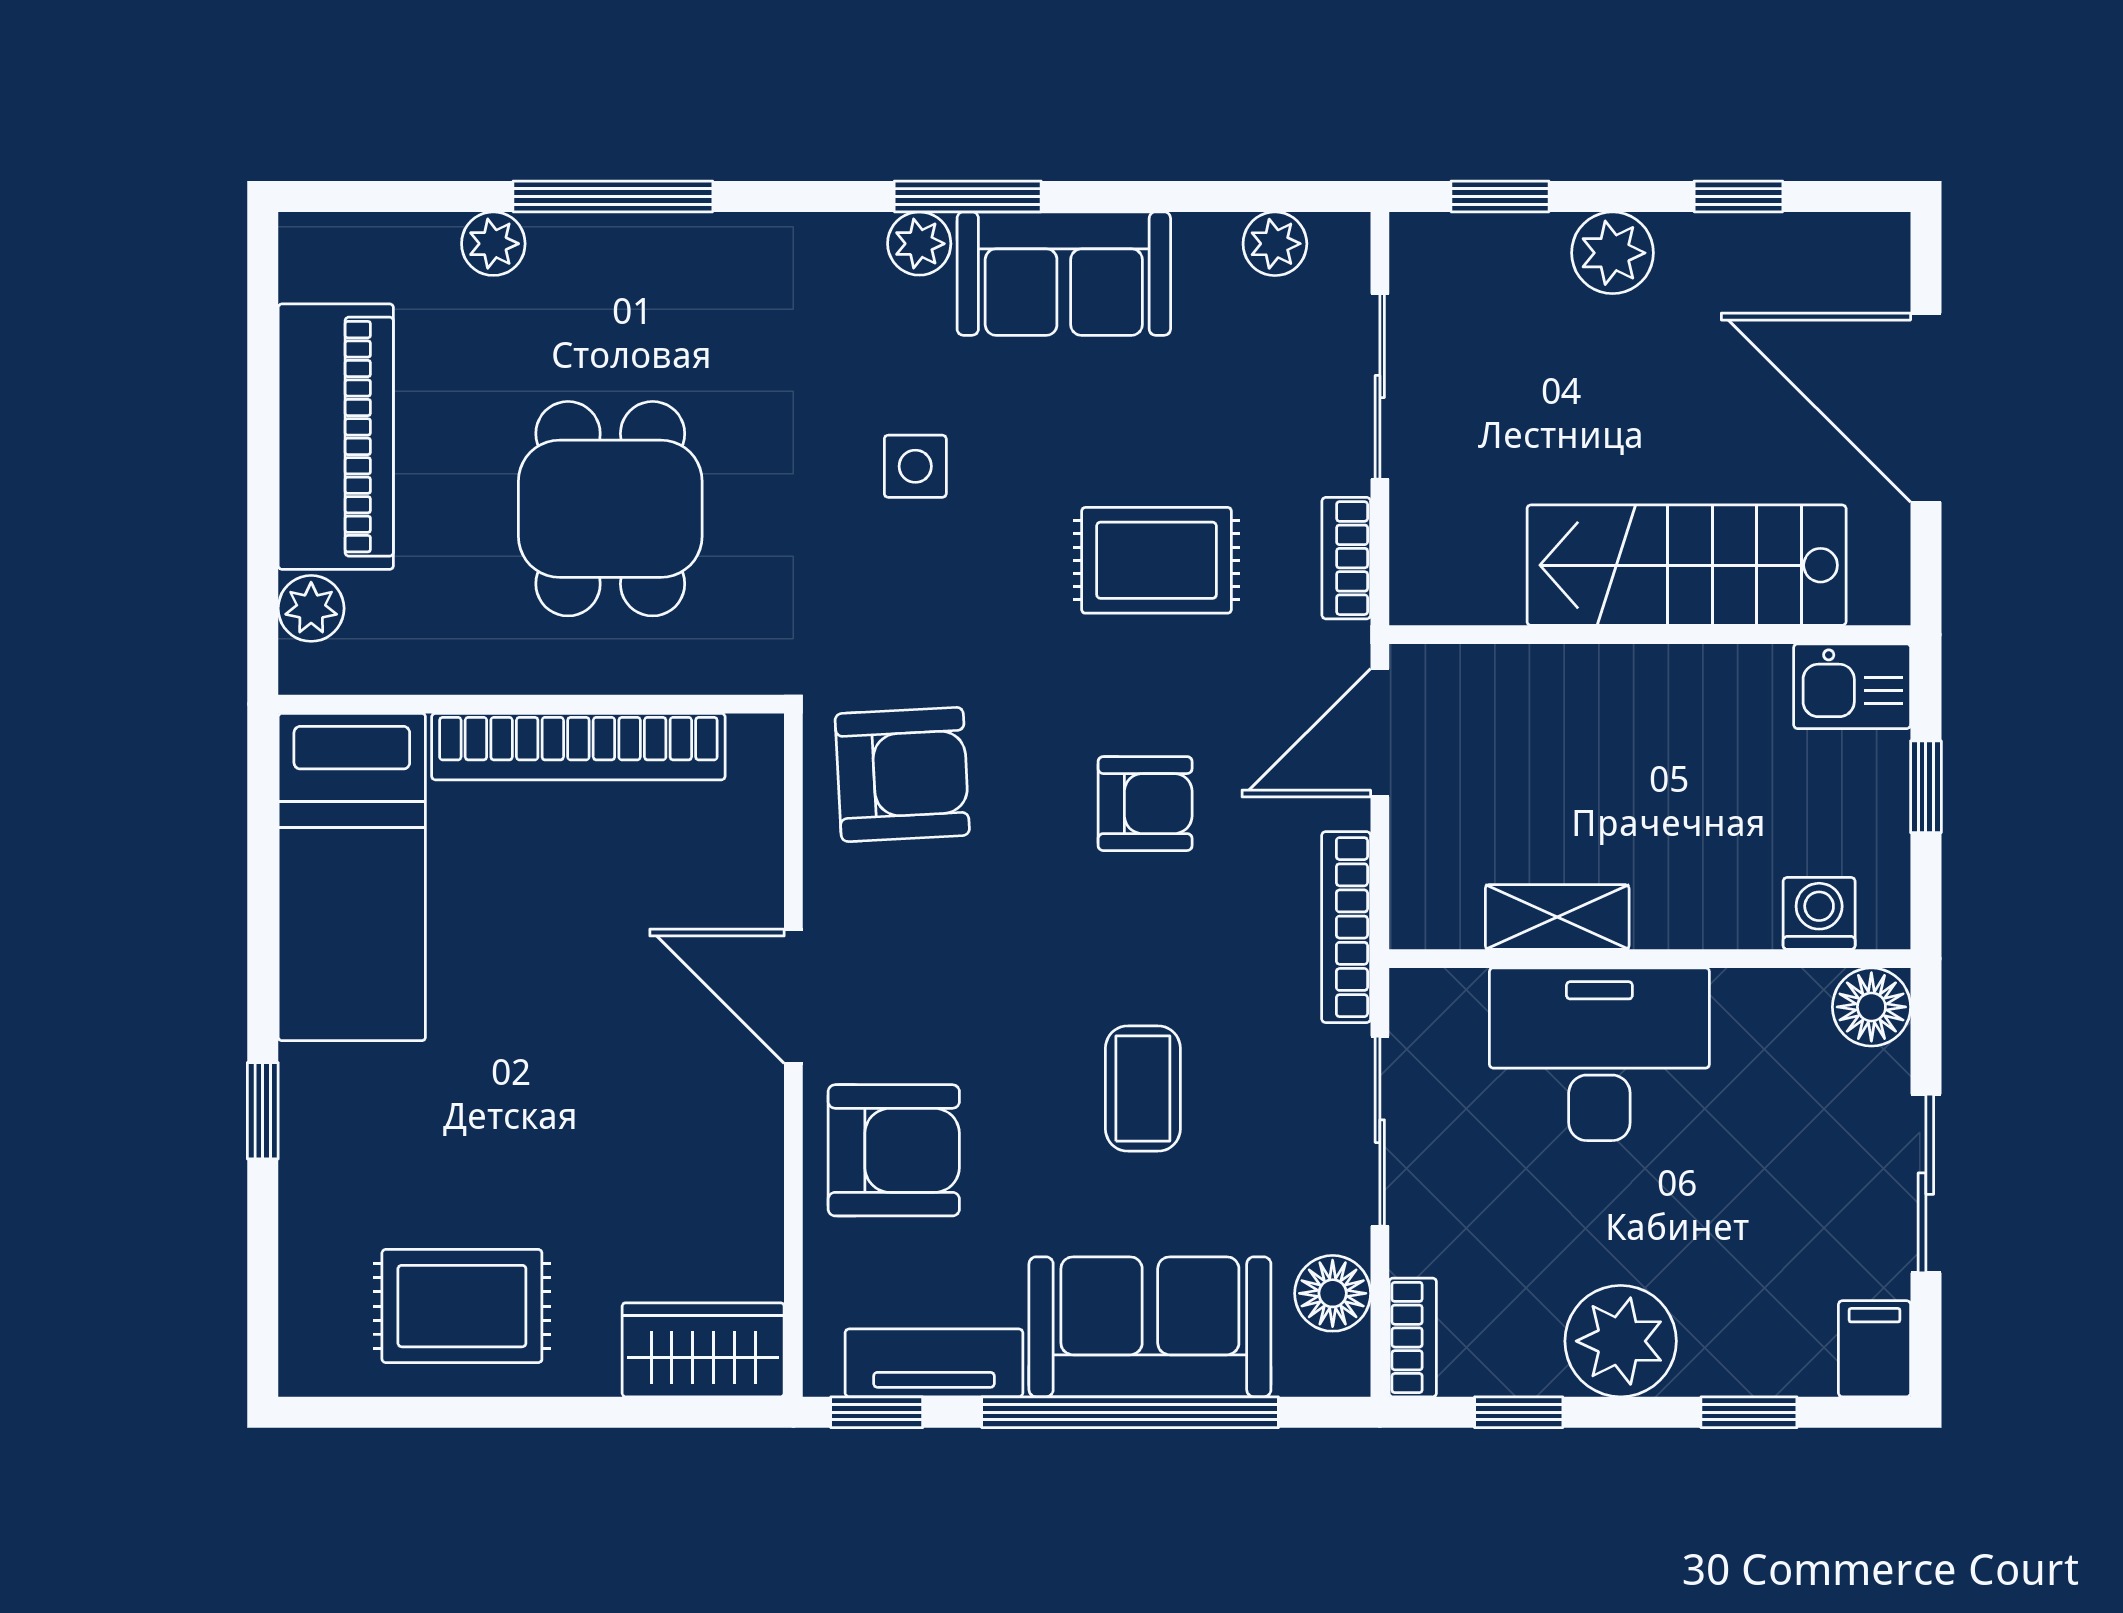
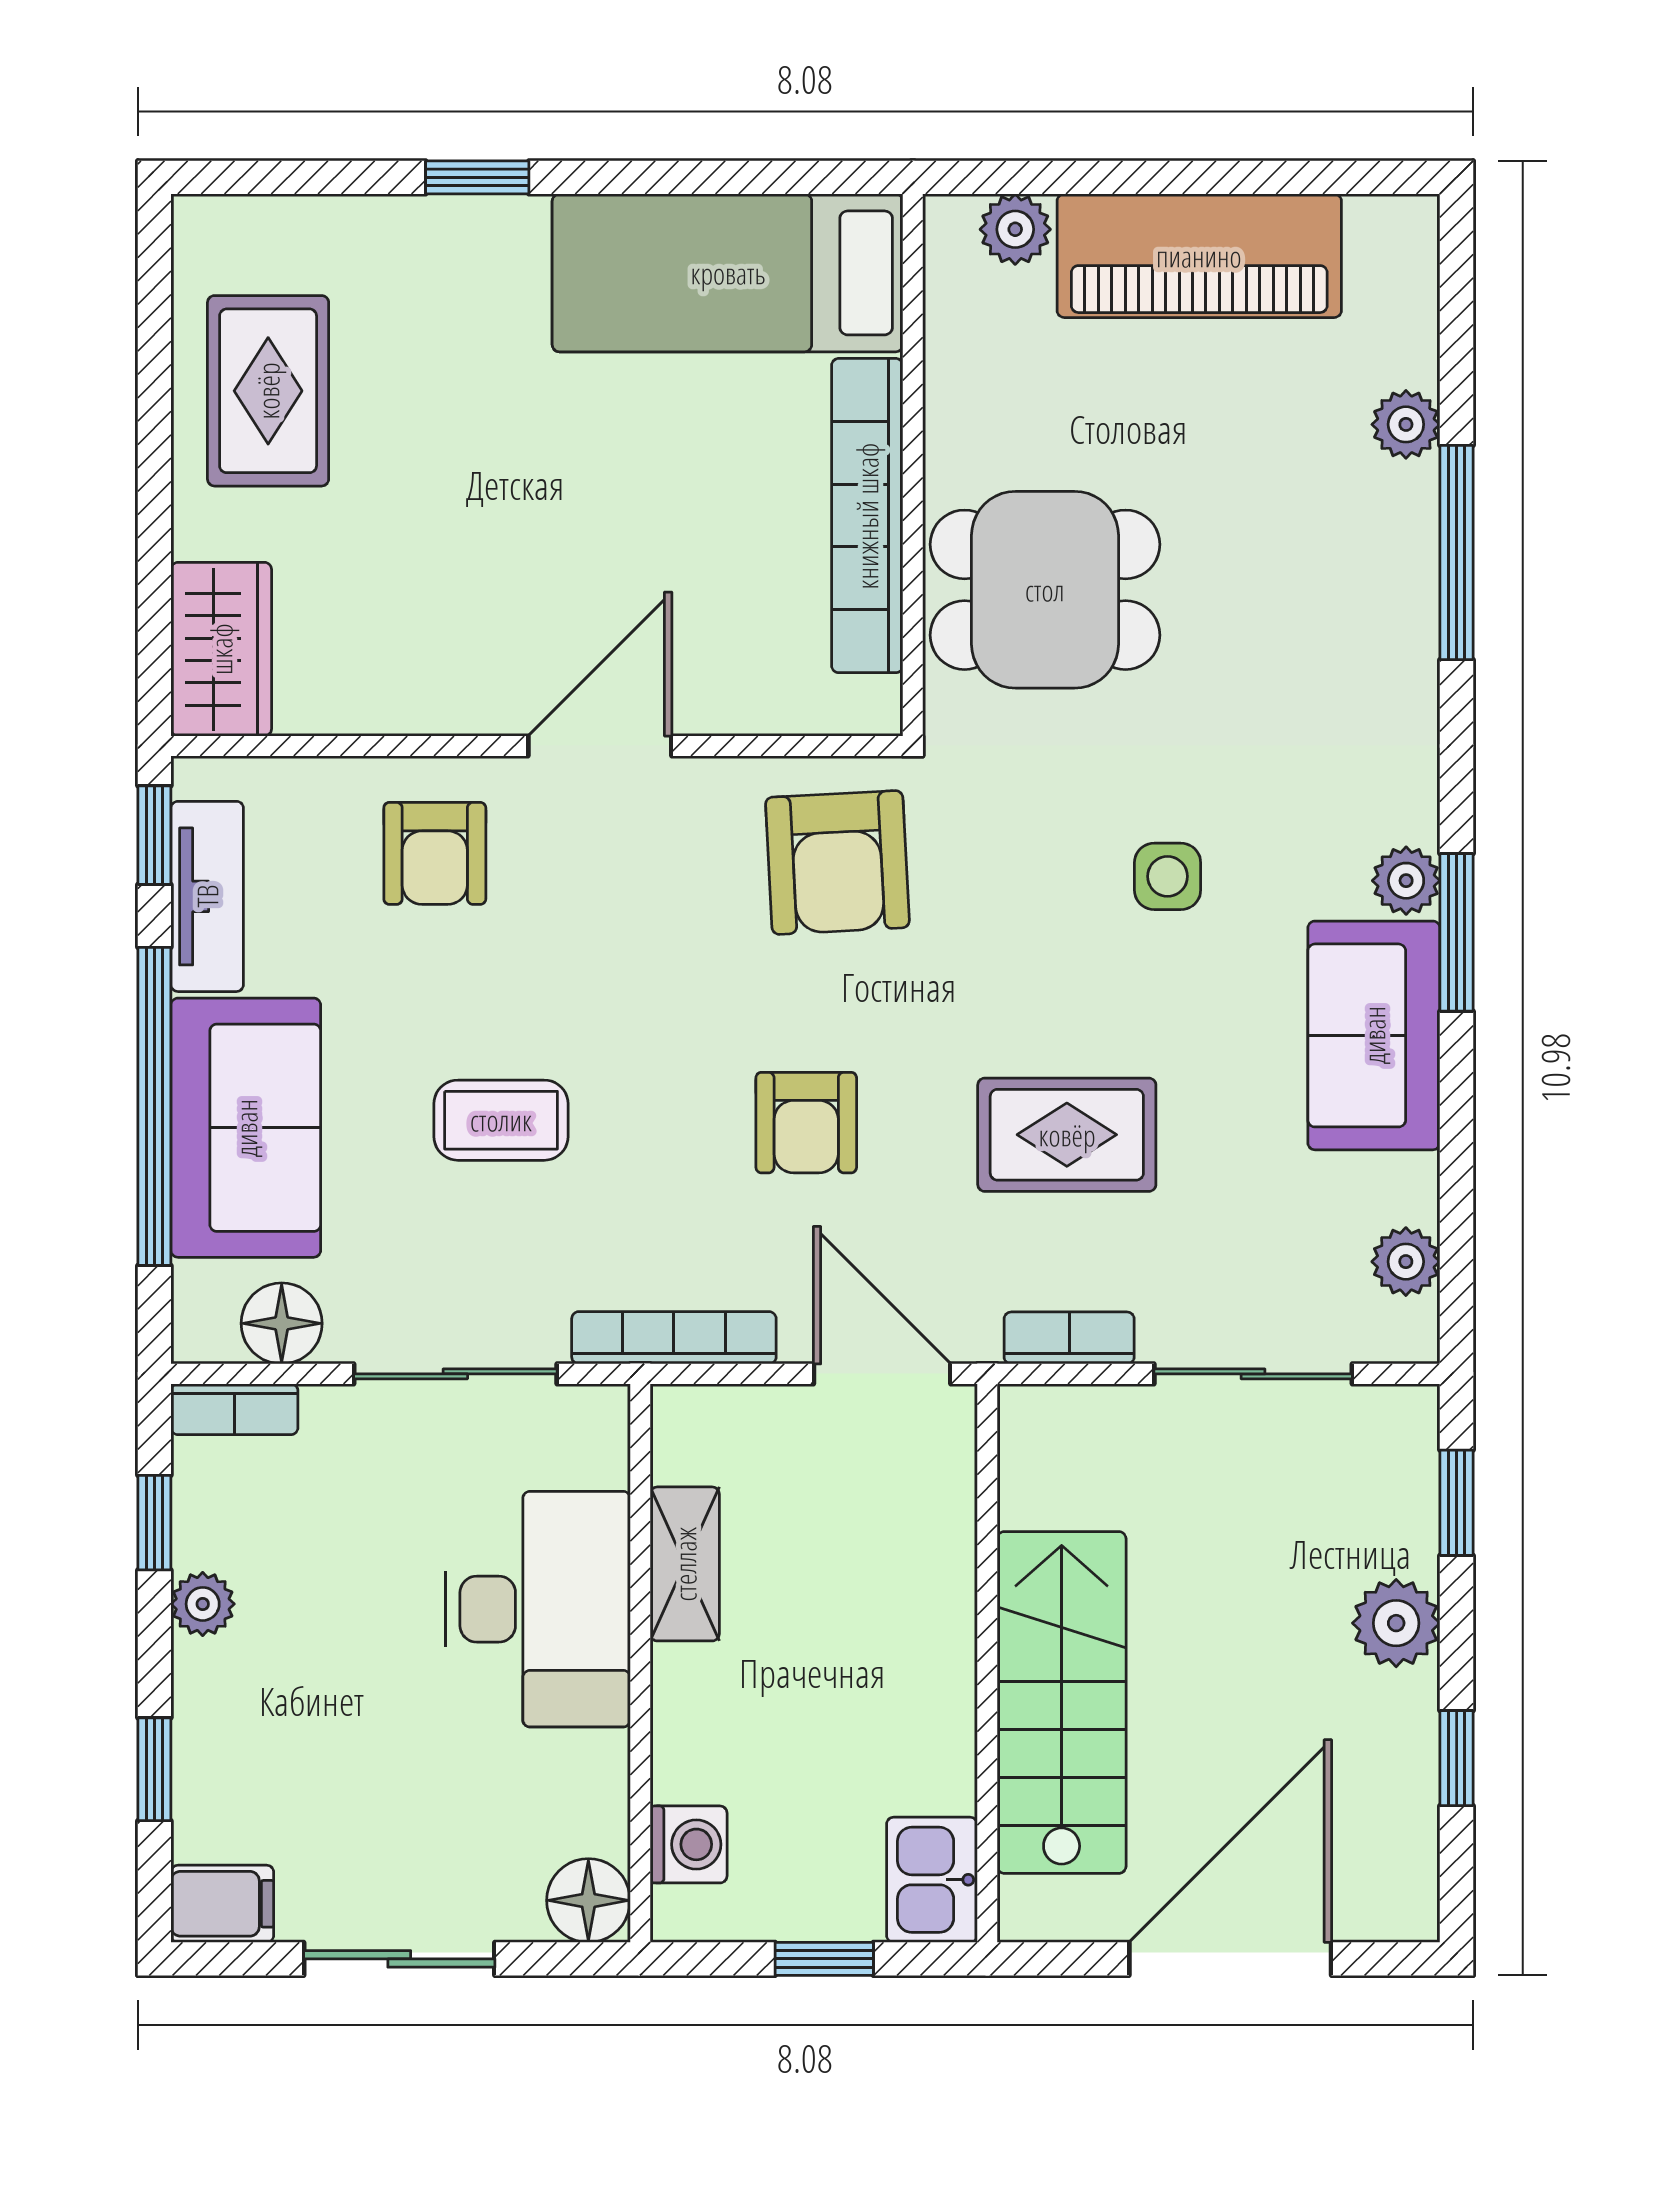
dining table: (610, 509) -> (1045, 590), moved
rug: (1156, 560) -> (1067, 1135), turned 90
armchair: (894, 1150) -> (435, 853), width x0.72, depth x0.72
plant: (1621, 1341) -> (203, 1604), width x0.53, depth x0.53

